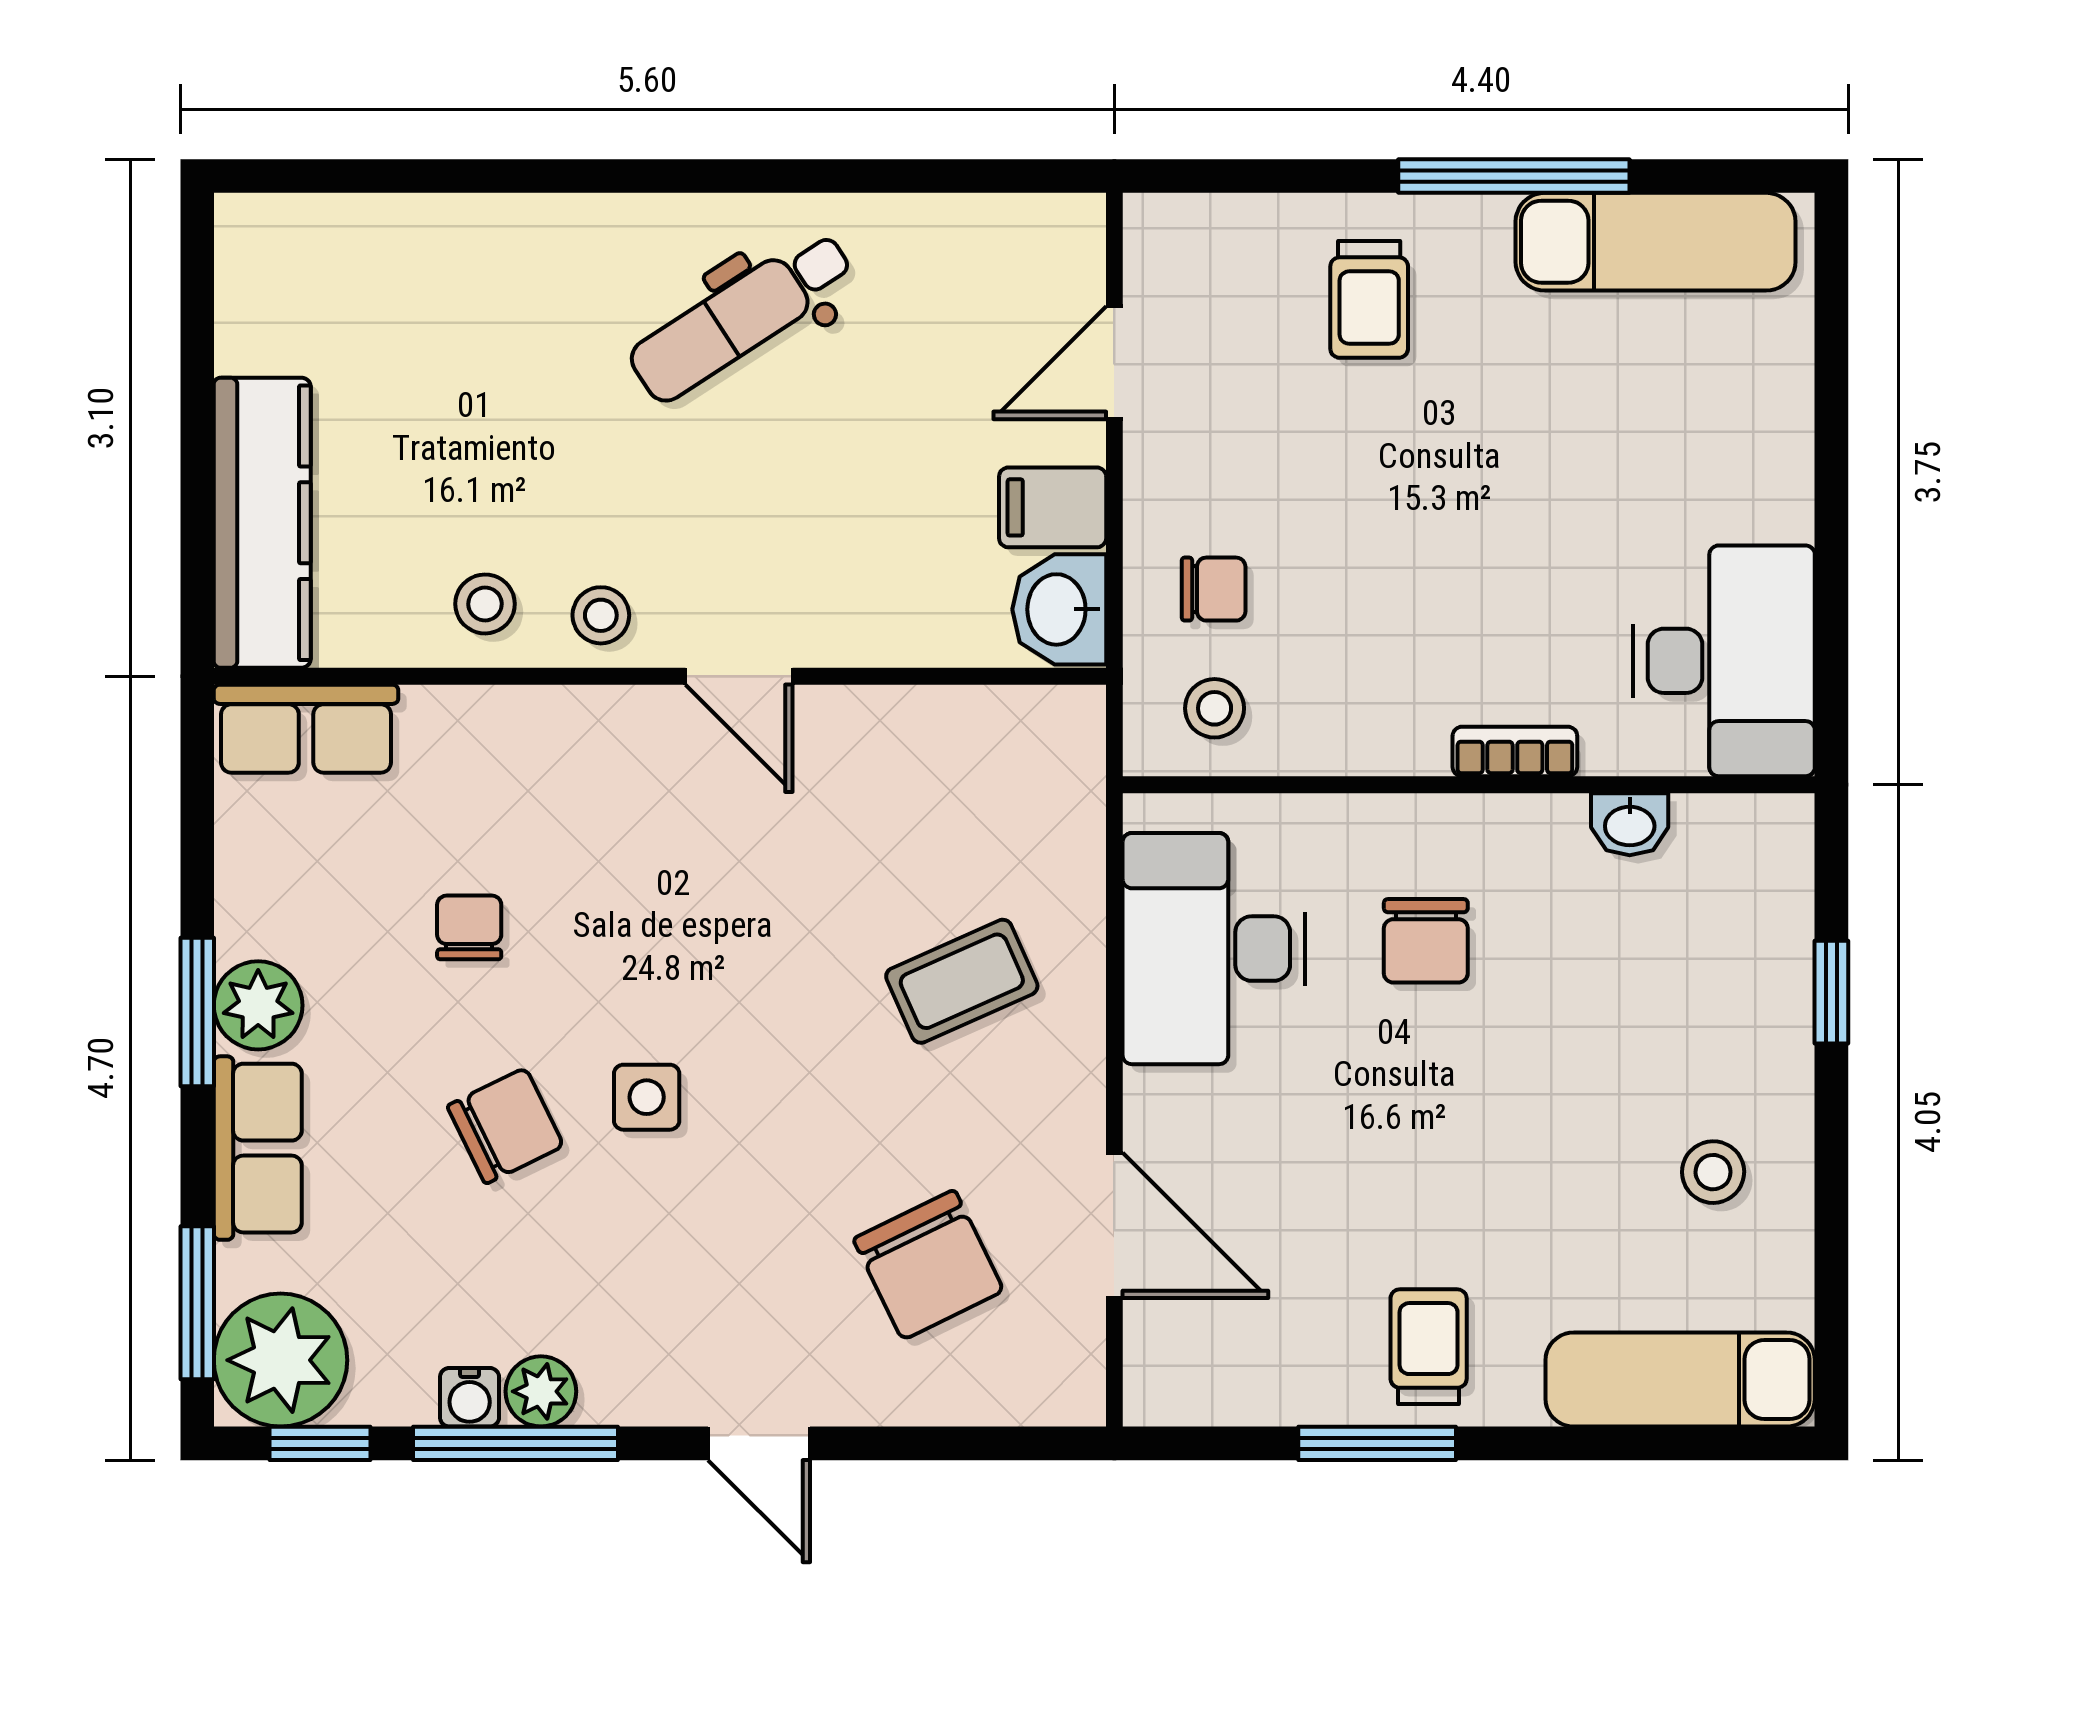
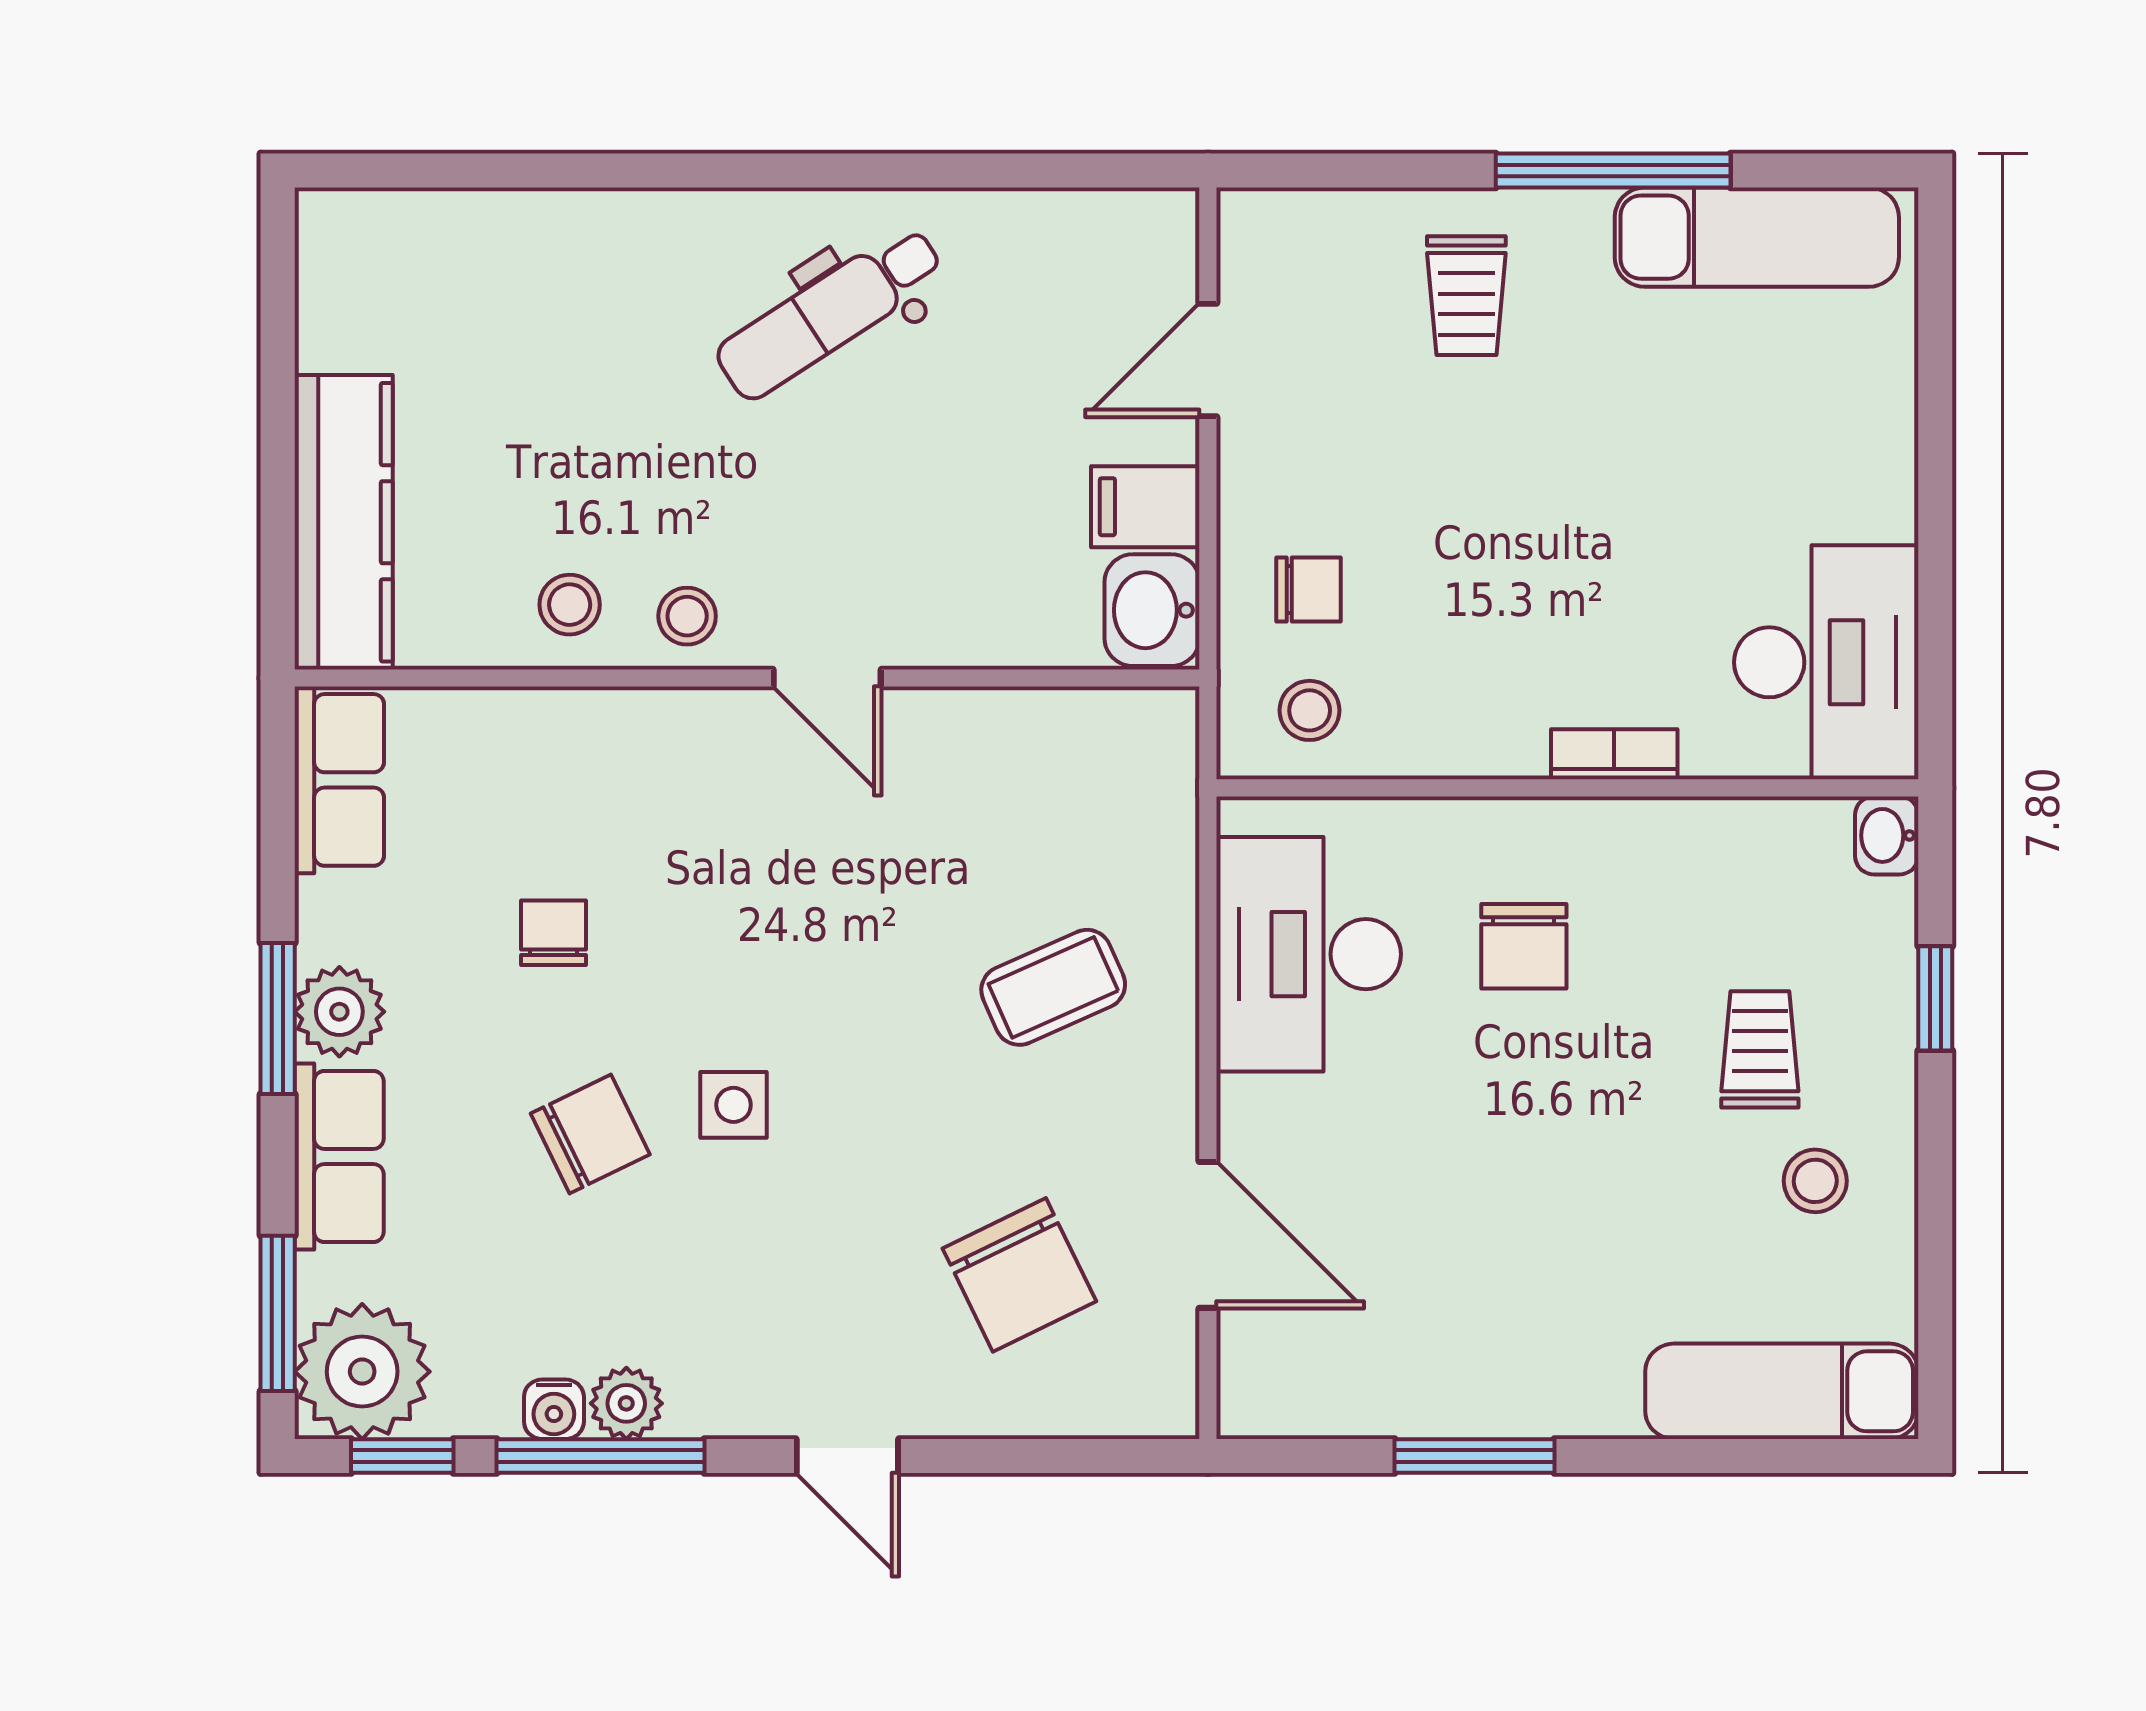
row of seats: (306, 729) -> (339, 780), moved, turned -90
washbasin: (1630, 824) -> (1887, 835), moved, turned 90
trolley: (1429, 1347) -> (1760, 1049), moved

